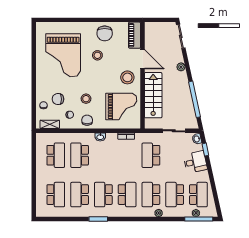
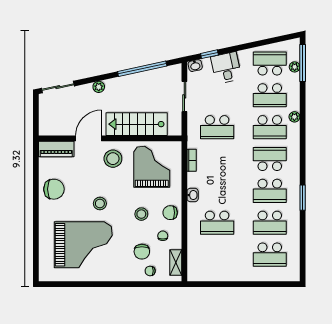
stool: (97, 55) -> (100, 204), moved
school desk: (56, 155) -> (217, 255), removed
school desk: (56, 195) -> (270, 255), turned 180

